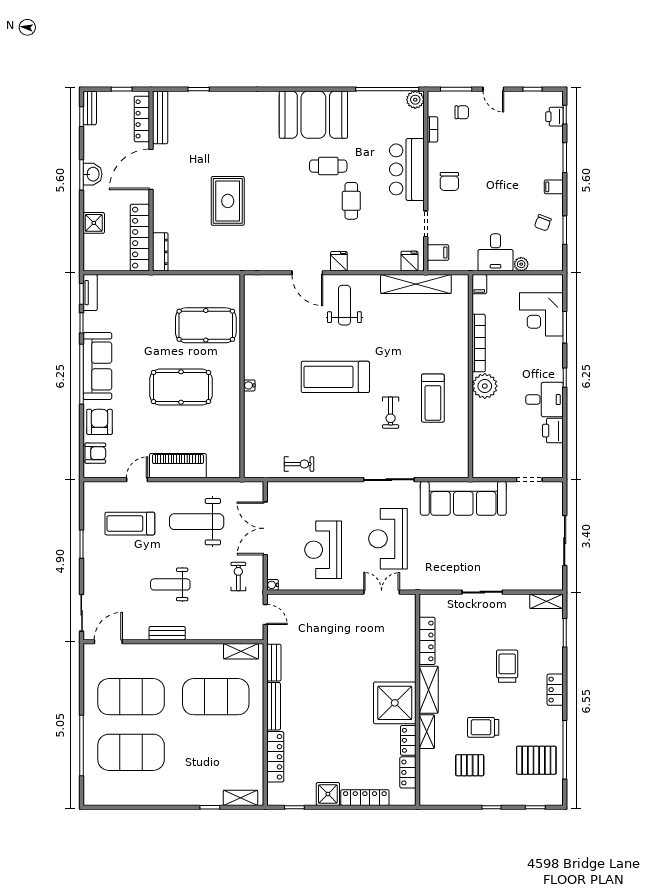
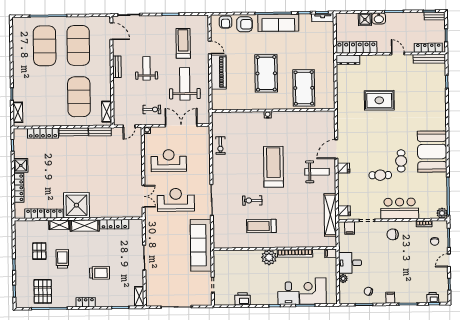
door: (151, 169) -> (398, 54), width x0.53
washbasin: (93, 174) -> (379, 18), moved
desk: (544, 400) -> (288, 293), moved

